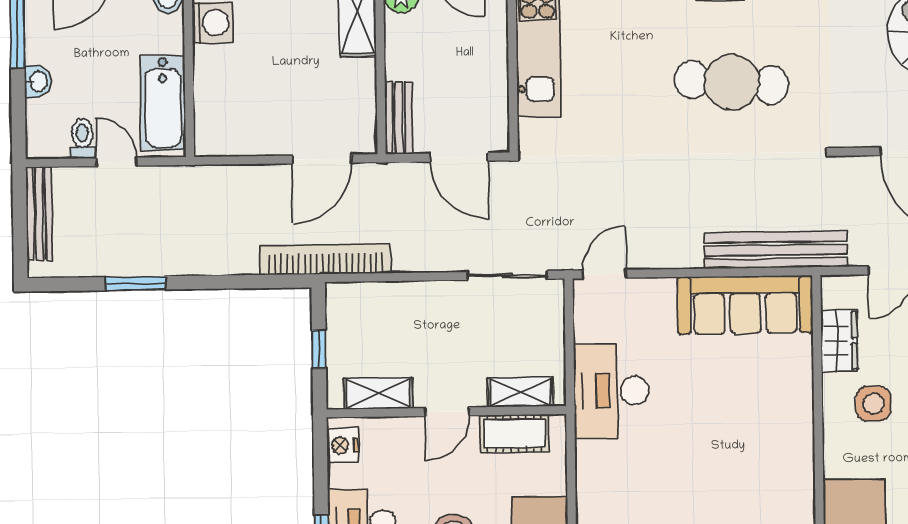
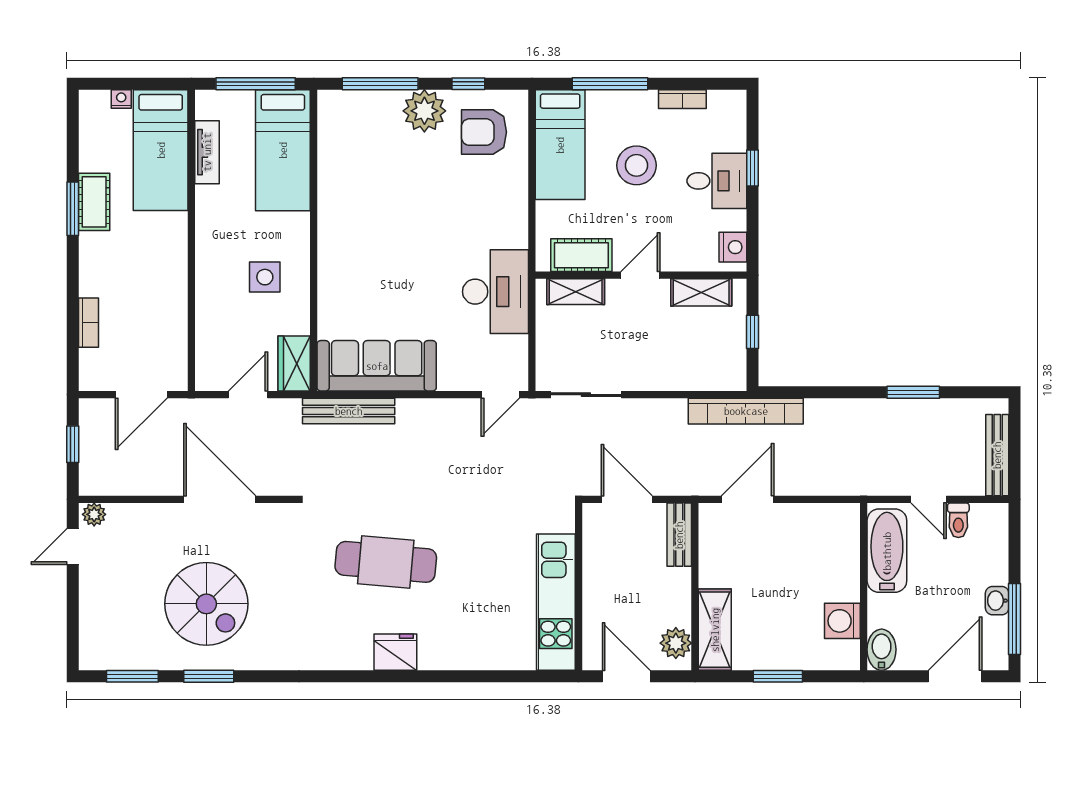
washbasin: (38, 81) -> (997, 601), moved
bench: (776, 250) -> (349, 411), width x0.73, depth x0.82
wardrobe: (839, 341) -> (294, 364), moved

